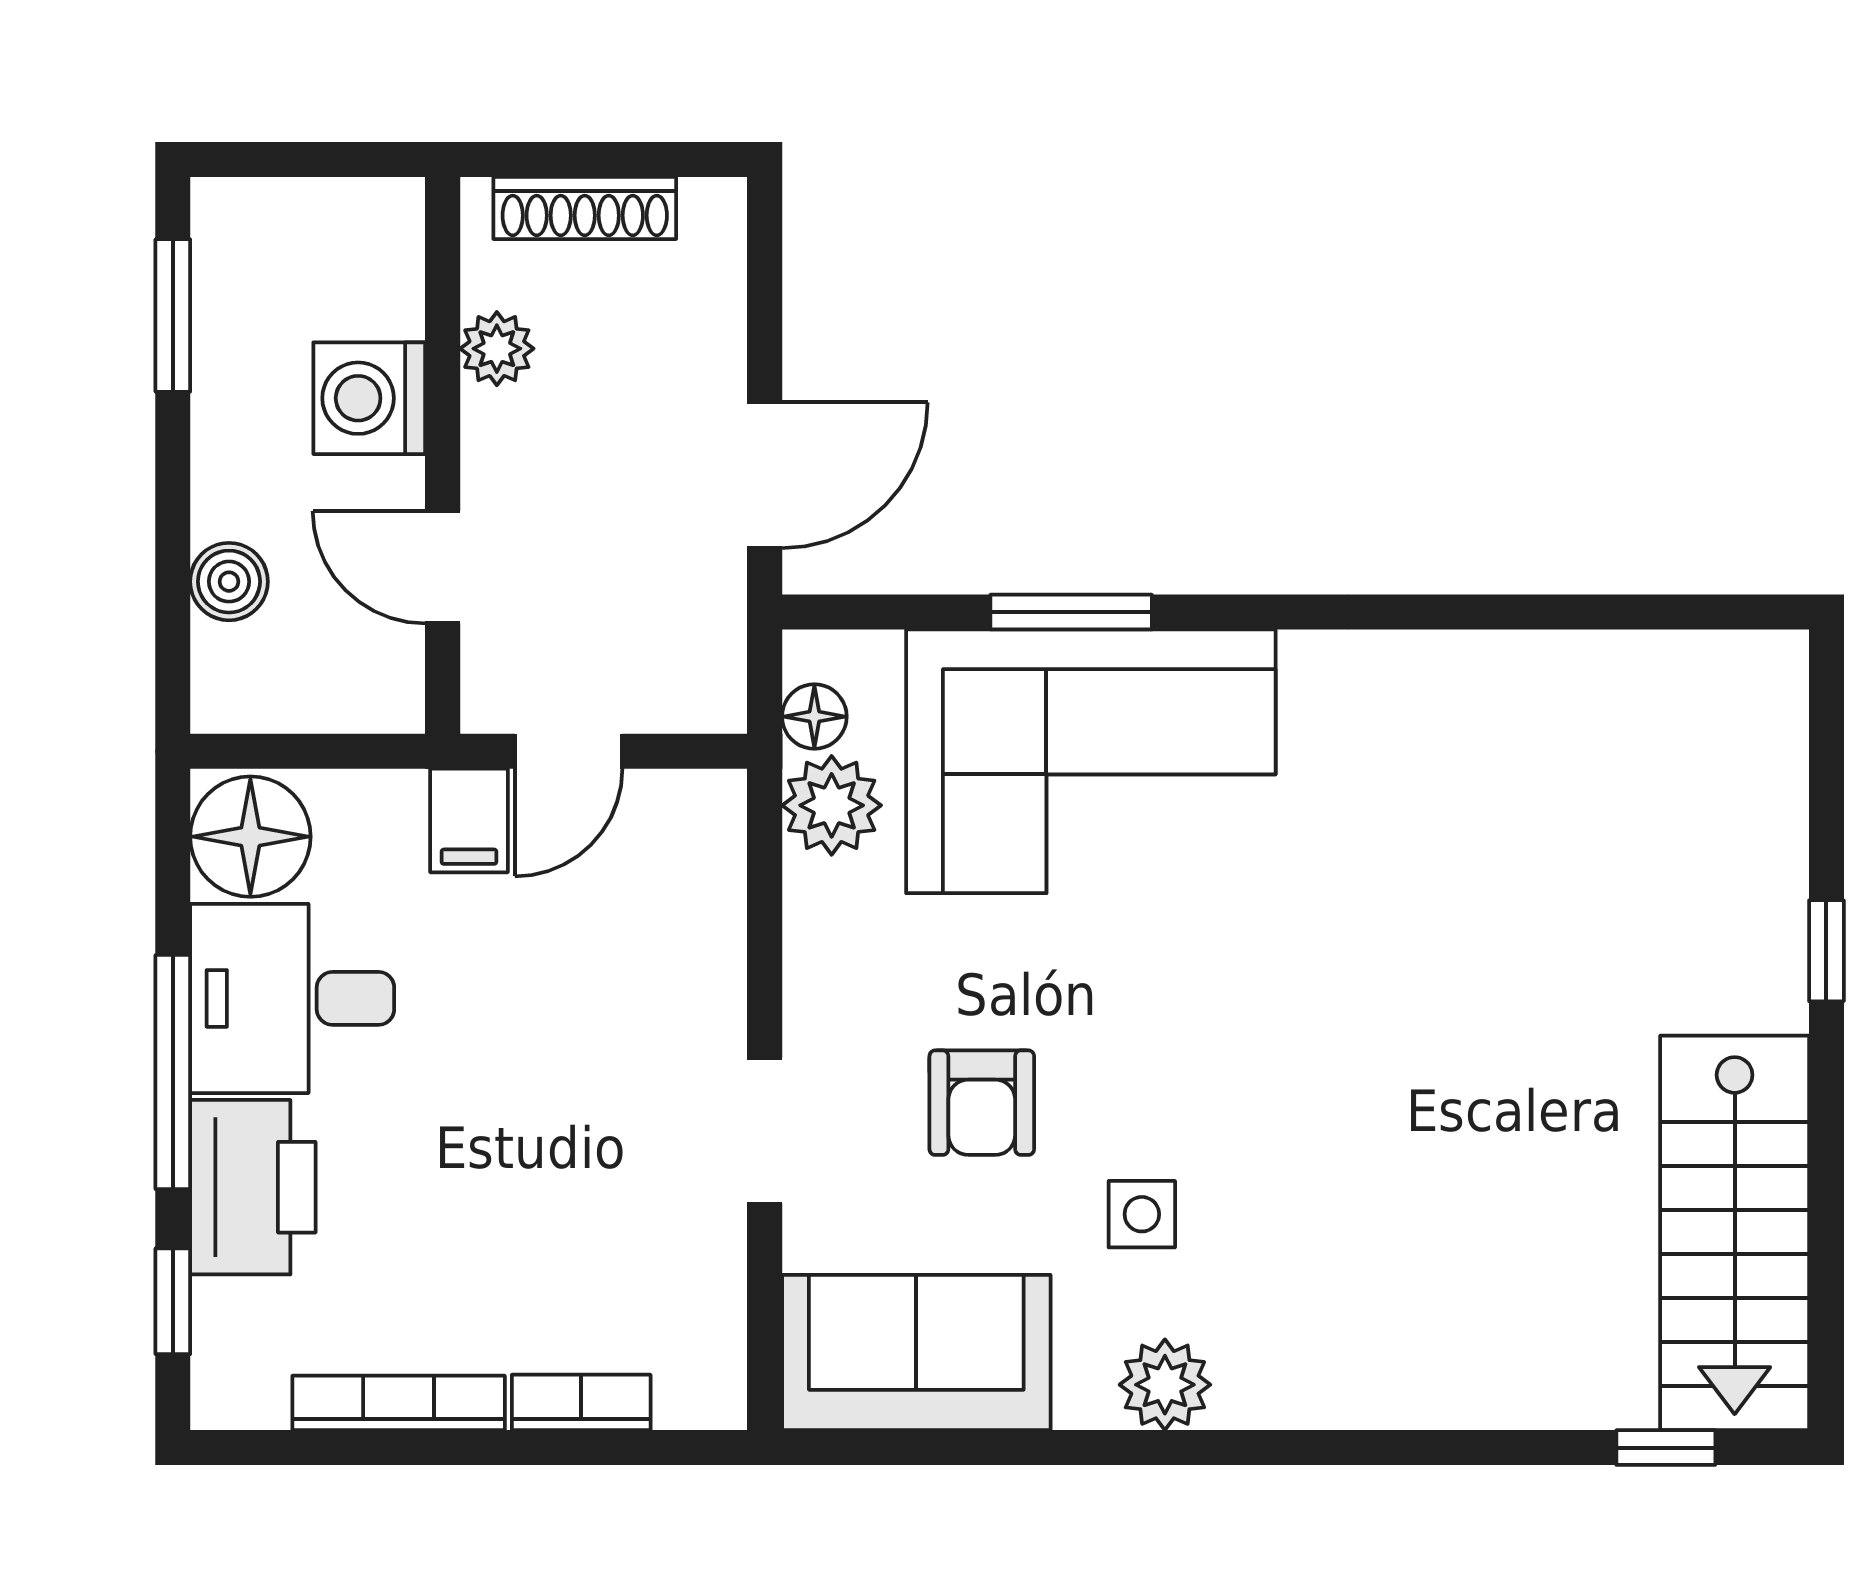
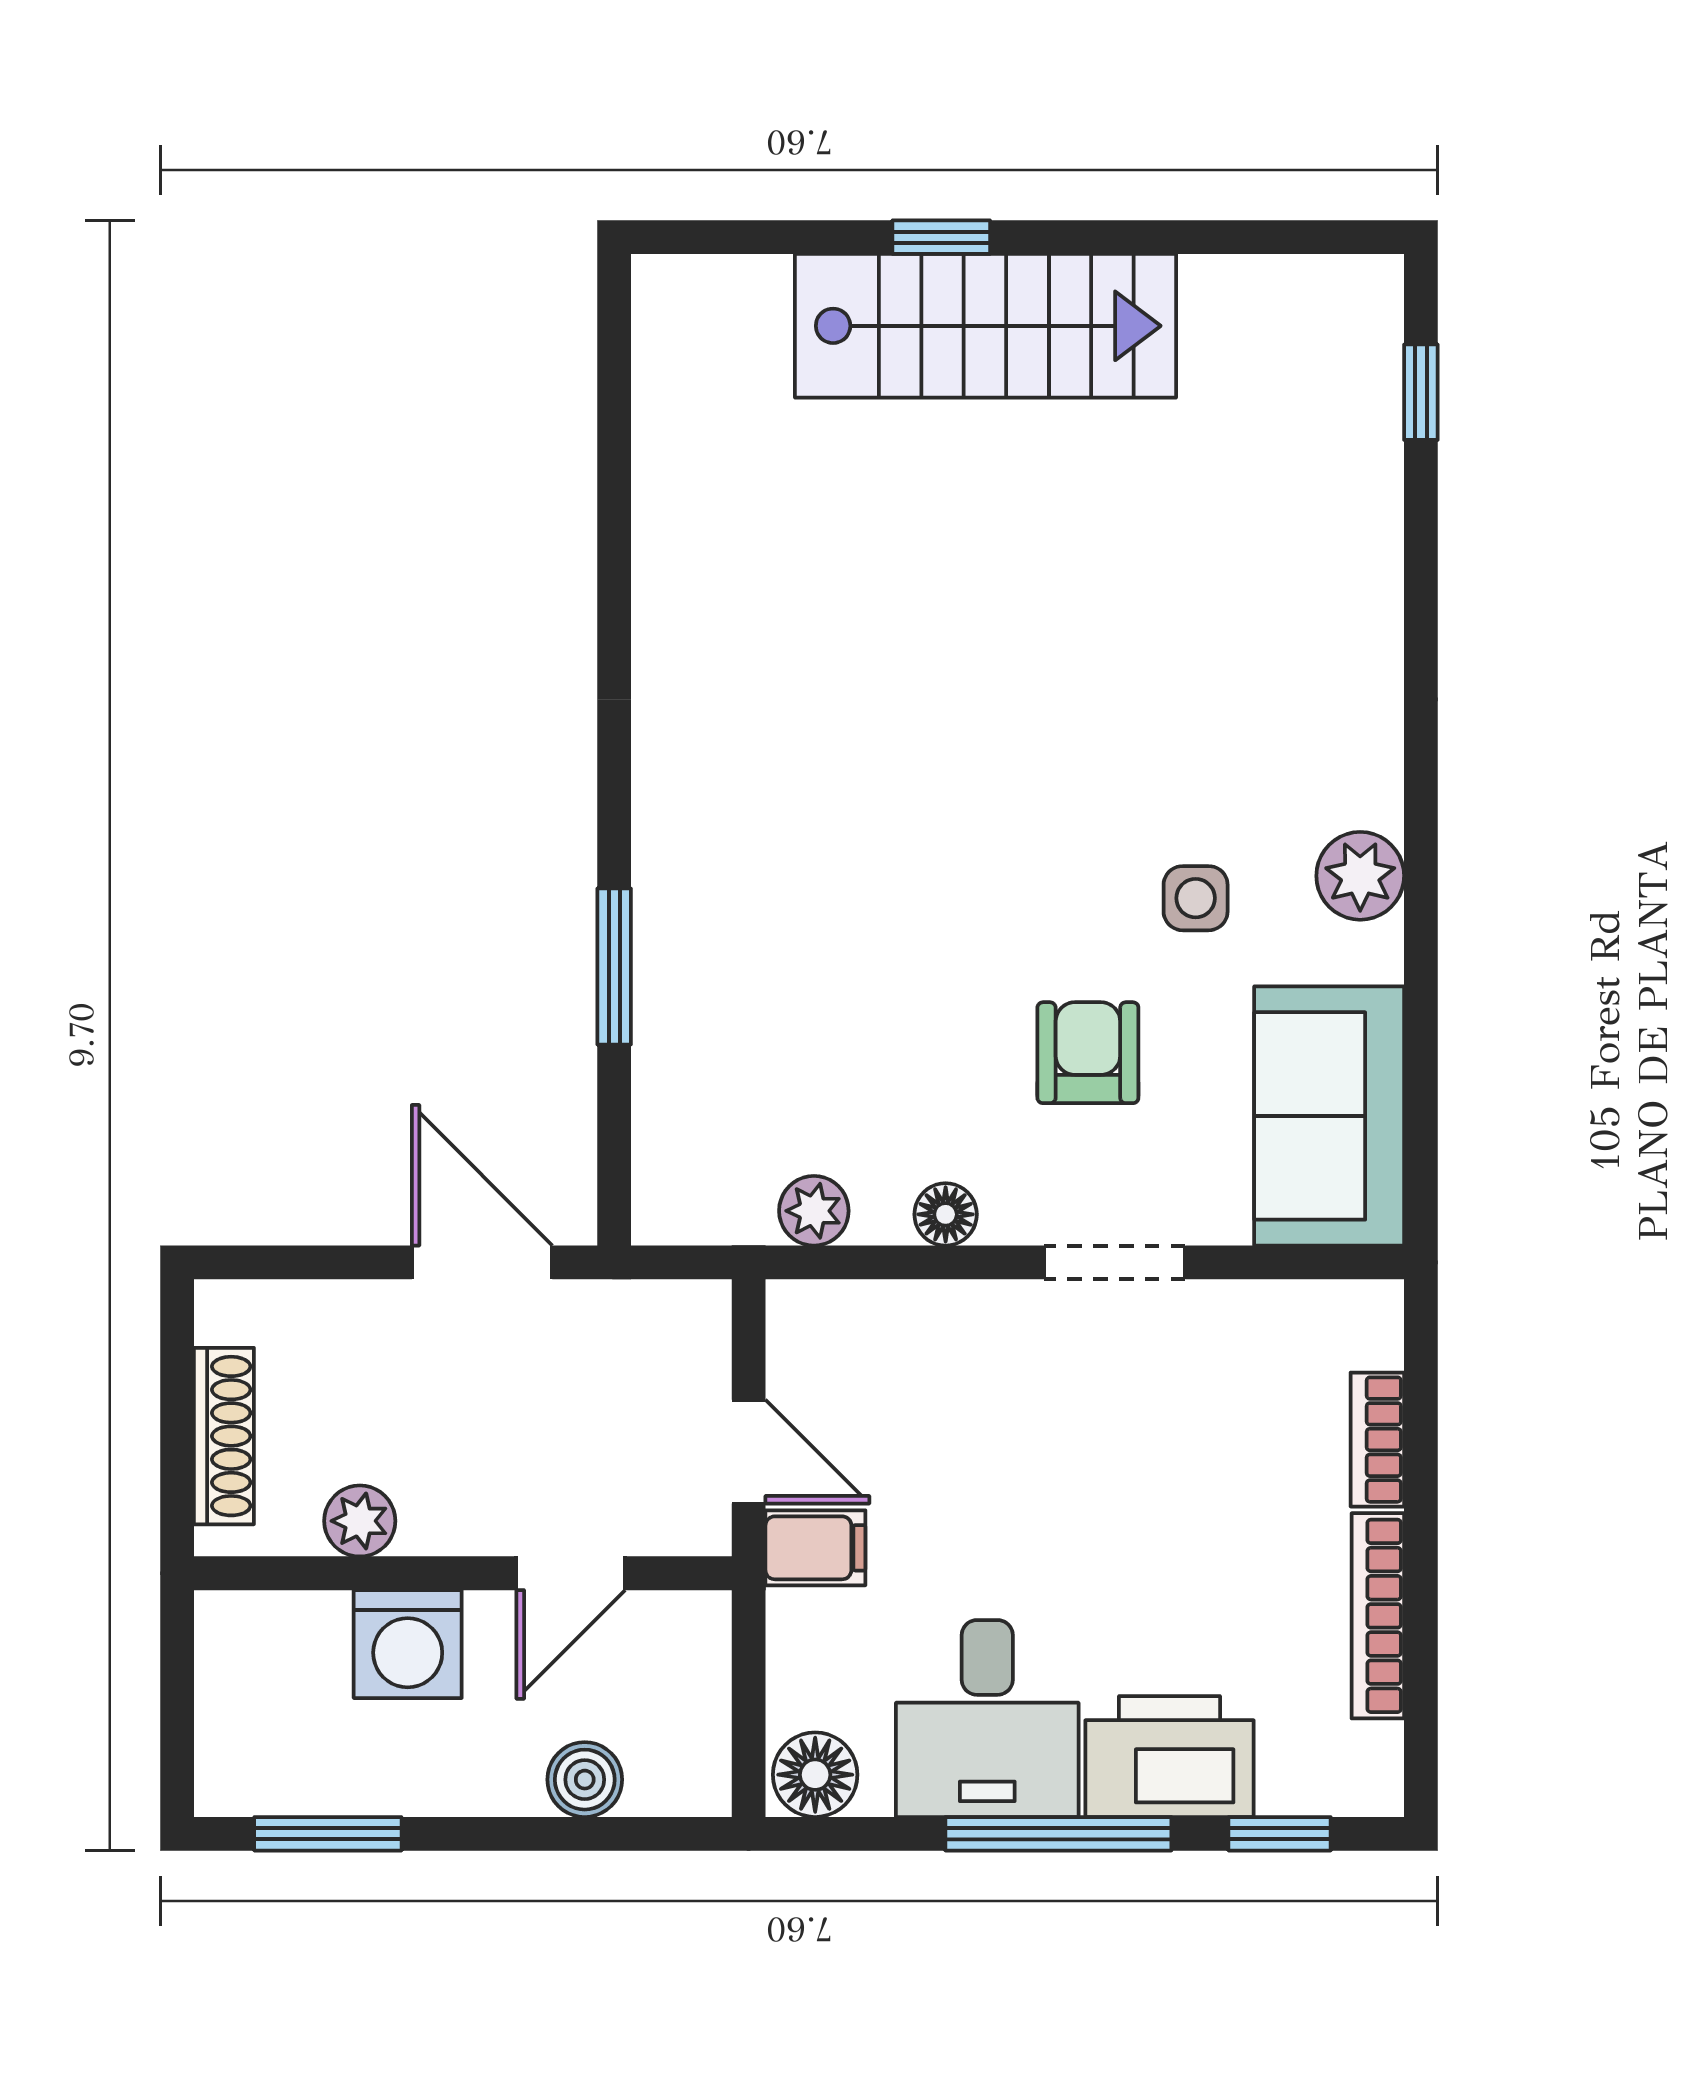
floor lamp: (814, 717) -> (946, 1214), moved
corner sofa: (1091, 761) -> (758, 947), removed
plant: (832, 805) -> (814, 1211), width x0.73, depth x0.73
floor lamp: (250, 837) -> (815, 1775), width x0.73, depth x0.73
armchair: (982, 1103) -> (1088, 1053), turned -90
stairs: (1735, 1233) -> (985, 326), moved

